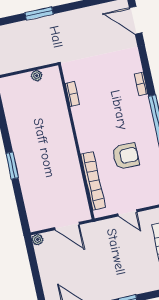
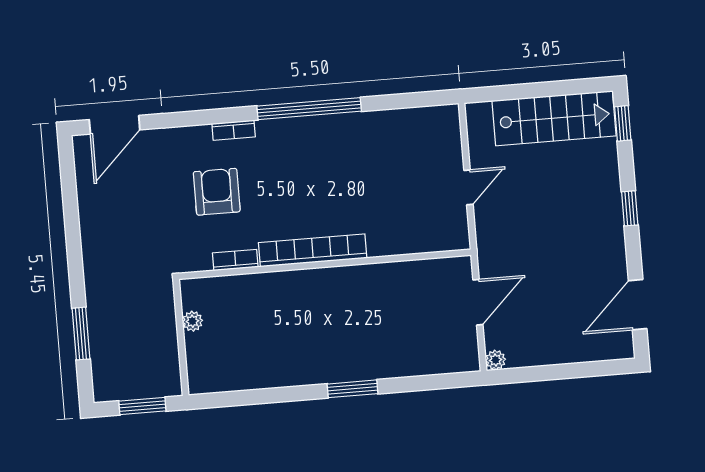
window: (39, 13) -> (81, 334), moved
armchair: (126, 156) -> (217, 192), moved
bookcase: (93, 181) -> (313, 250), moved

